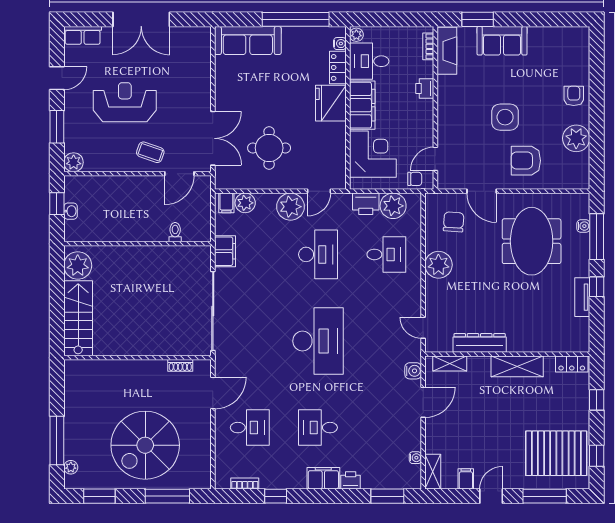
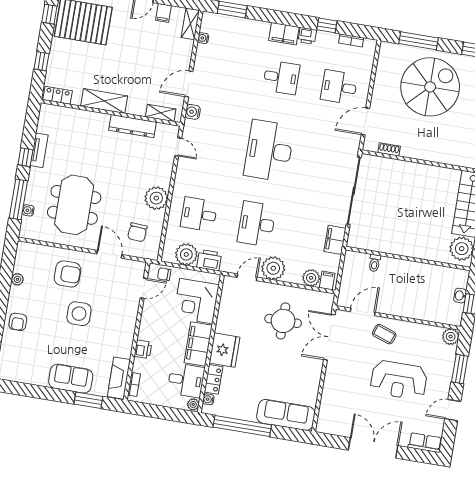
plant: (576, 138) -> (17, 279), width x0.53, depth x0.53
printer: (351, 480) -> (307, 36), moved

